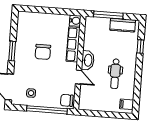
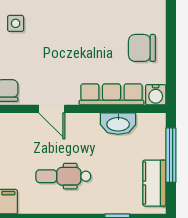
chair: (43, 52) -> (142, 48), moved
washbasin: (88, 60) -> (118, 124), moved
door: (78, 77) -> (52, 109), hinge flipped

